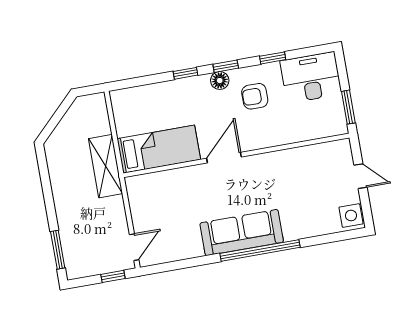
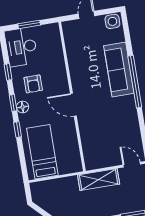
window: (348, 107) -> (29, 24), moved
bed: (159, 149) -> (42, 152), moved
shelving: (106, 166) -> (99, 179), moved
sofa: (242, 233) -> (119, 69), moved

